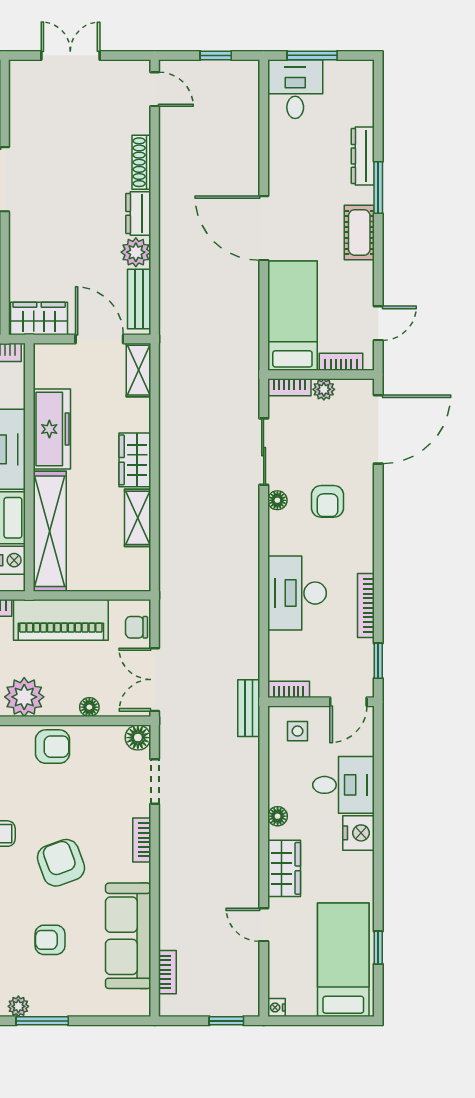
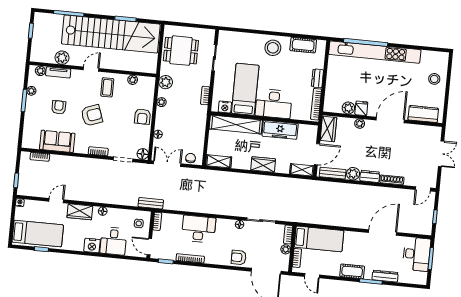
desk: (295, 89) -> (417, 254), width x1.37
door: (264, 228) -> (383, 233), moved
plant: (20, 249) -> (360, 124), added
armchair: (327, 501) -> (239, 257), moved
shelving: (138, 518) -> (219, 161), moved
piano: (61, 620) -> (197, 126), removed
plant: (24, 697) -> (162, 102), width x0.53, depth x0.53
sofa: (128, 936) -> (57, 141), width x0.73

